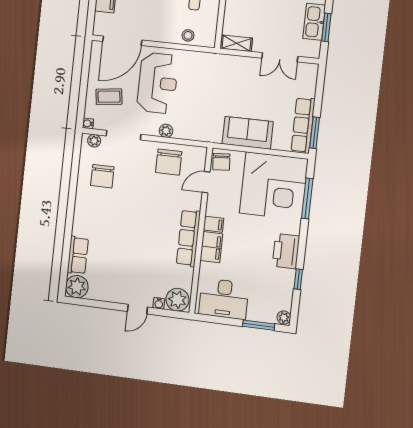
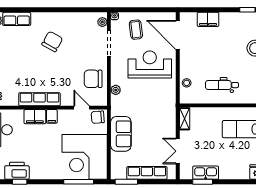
reception desk: (158, 83) -> (150, 64), turned 180
row of seats: (303, 125) -> (147, 173), moved
plant: (166, 131) -> (116, 90), moved
chair: (102, 176) -> (52, 41), moved, turned 119
printer: (286, 251) -> (17, 171), moved

